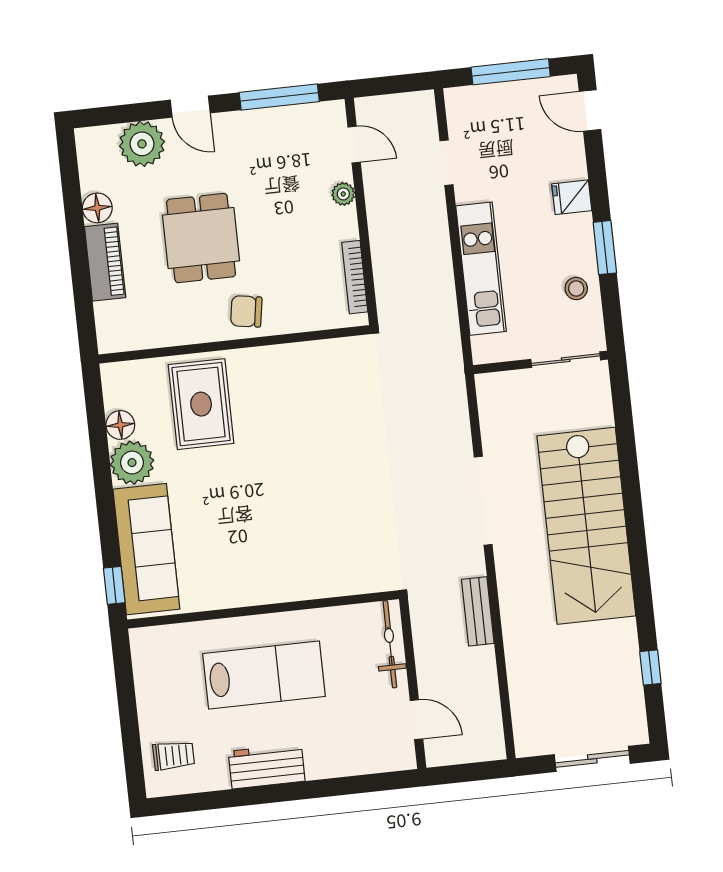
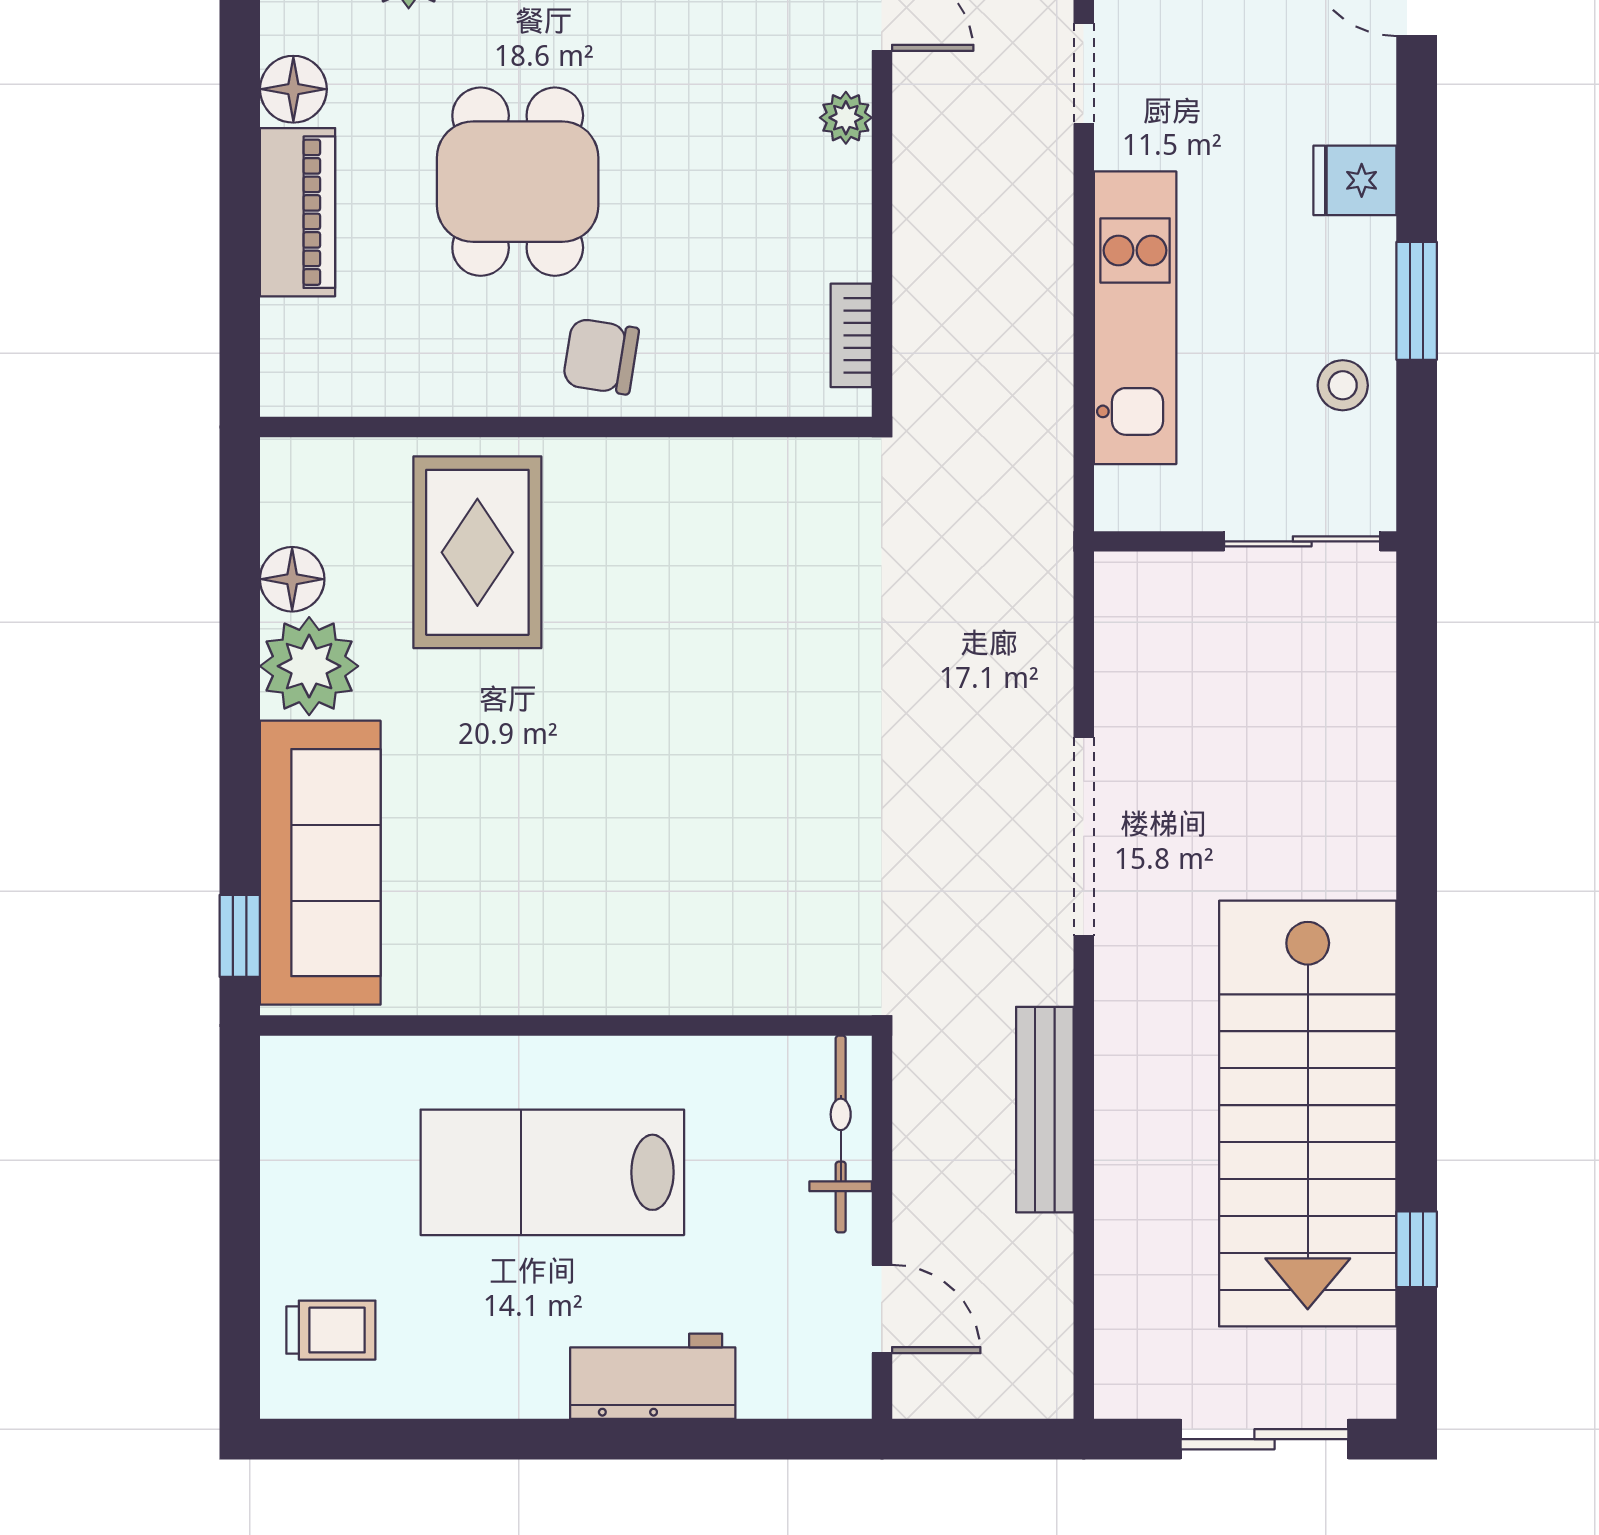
bookcase: (355, 277) -> (851, 335), width x0.64
stairs: (586, 526) -> (1308, 1114), moved
bench: (478, 611) -> (1045, 1110), width x1.36
lab bench: (264, 675) -> (552, 1172), turned 180
workbench: (267, 766) -> (653, 1376), moved

